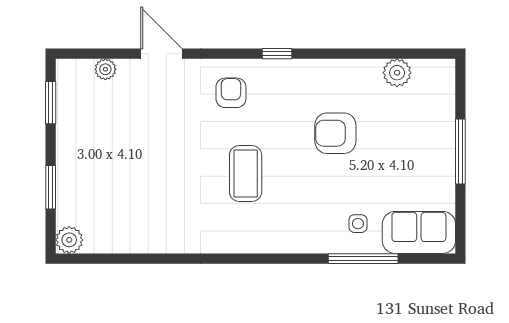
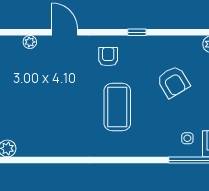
armchair: (335, 133) -> (173, 82), turned -121
coffee table: (246, 173) -> (117, 107), width x1.36, depth x1.32

